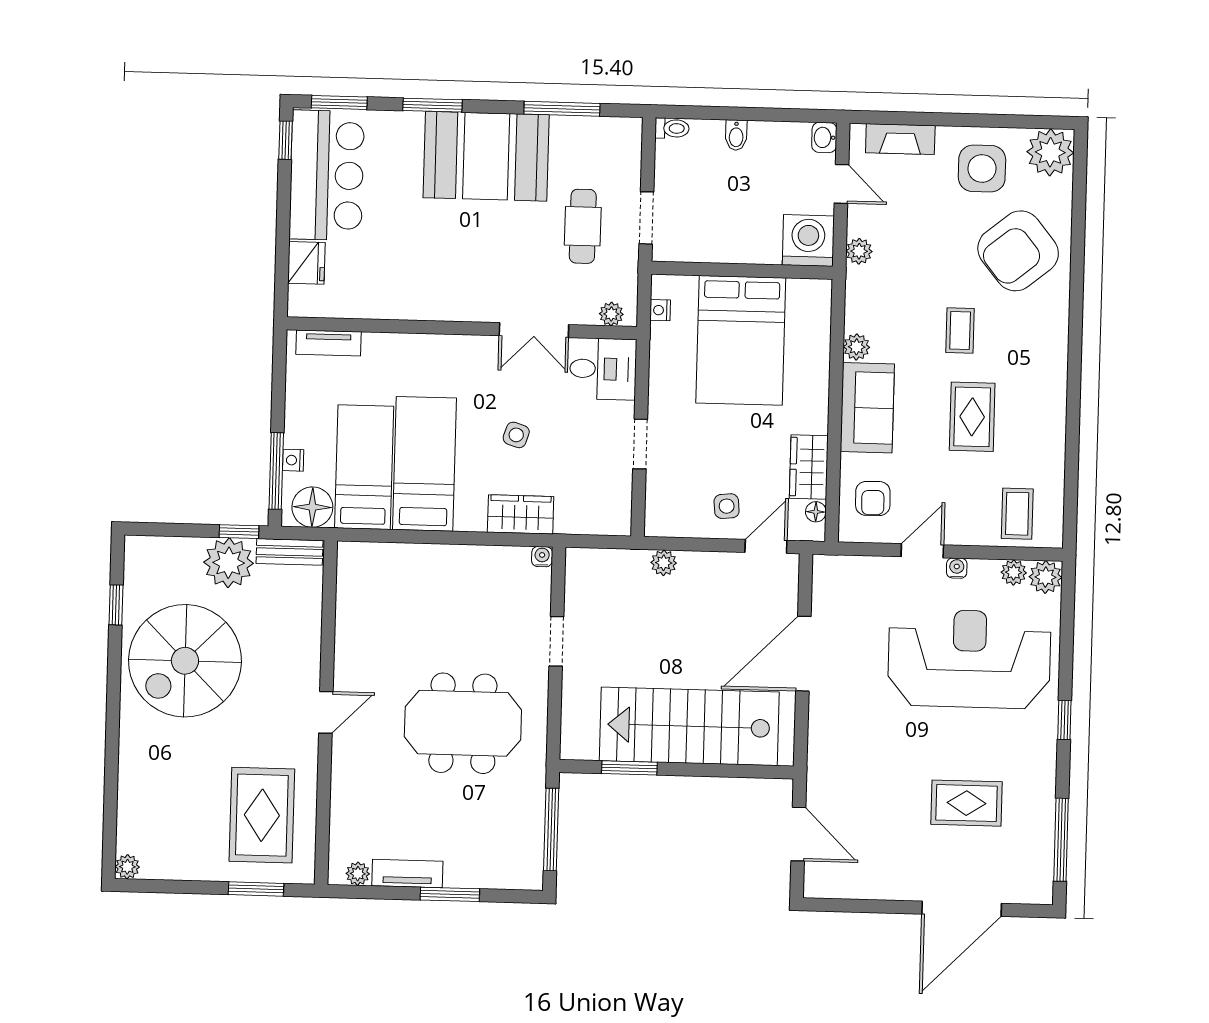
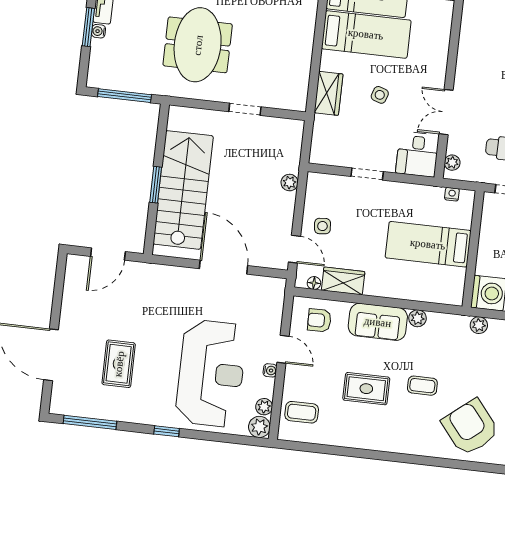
bed: (741, 340) -> (428, 244), width x0.67
water cooler: (542, 557) -> (99, 31), moved, turned 180
window: (629, 768) -> (156, 185), moved

